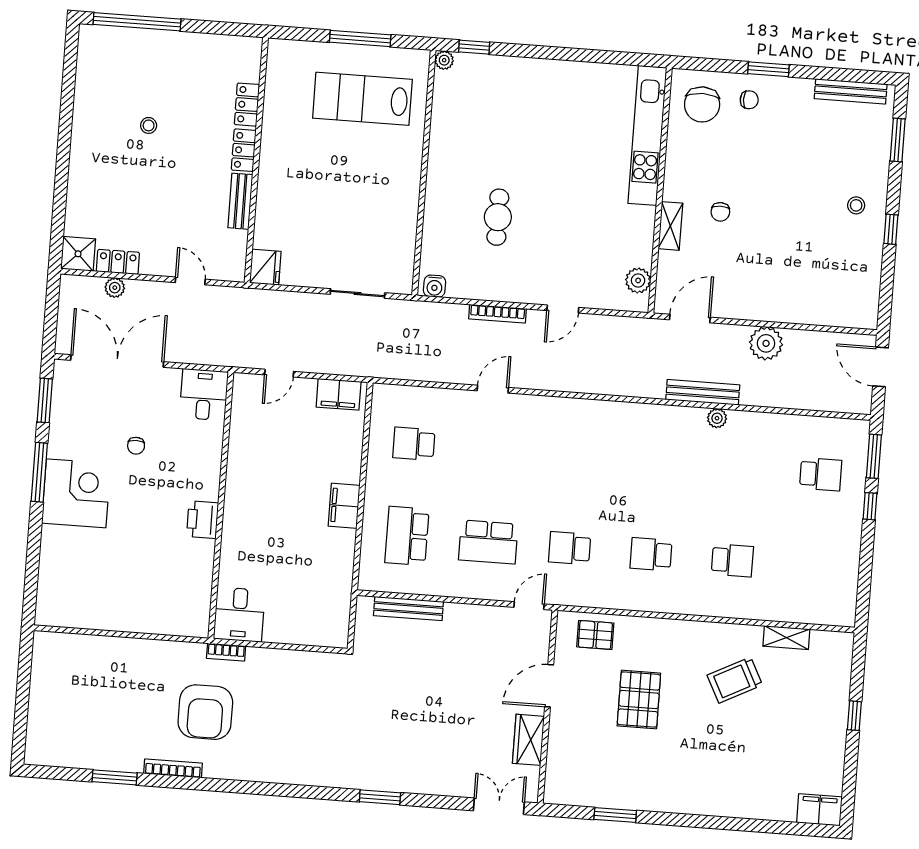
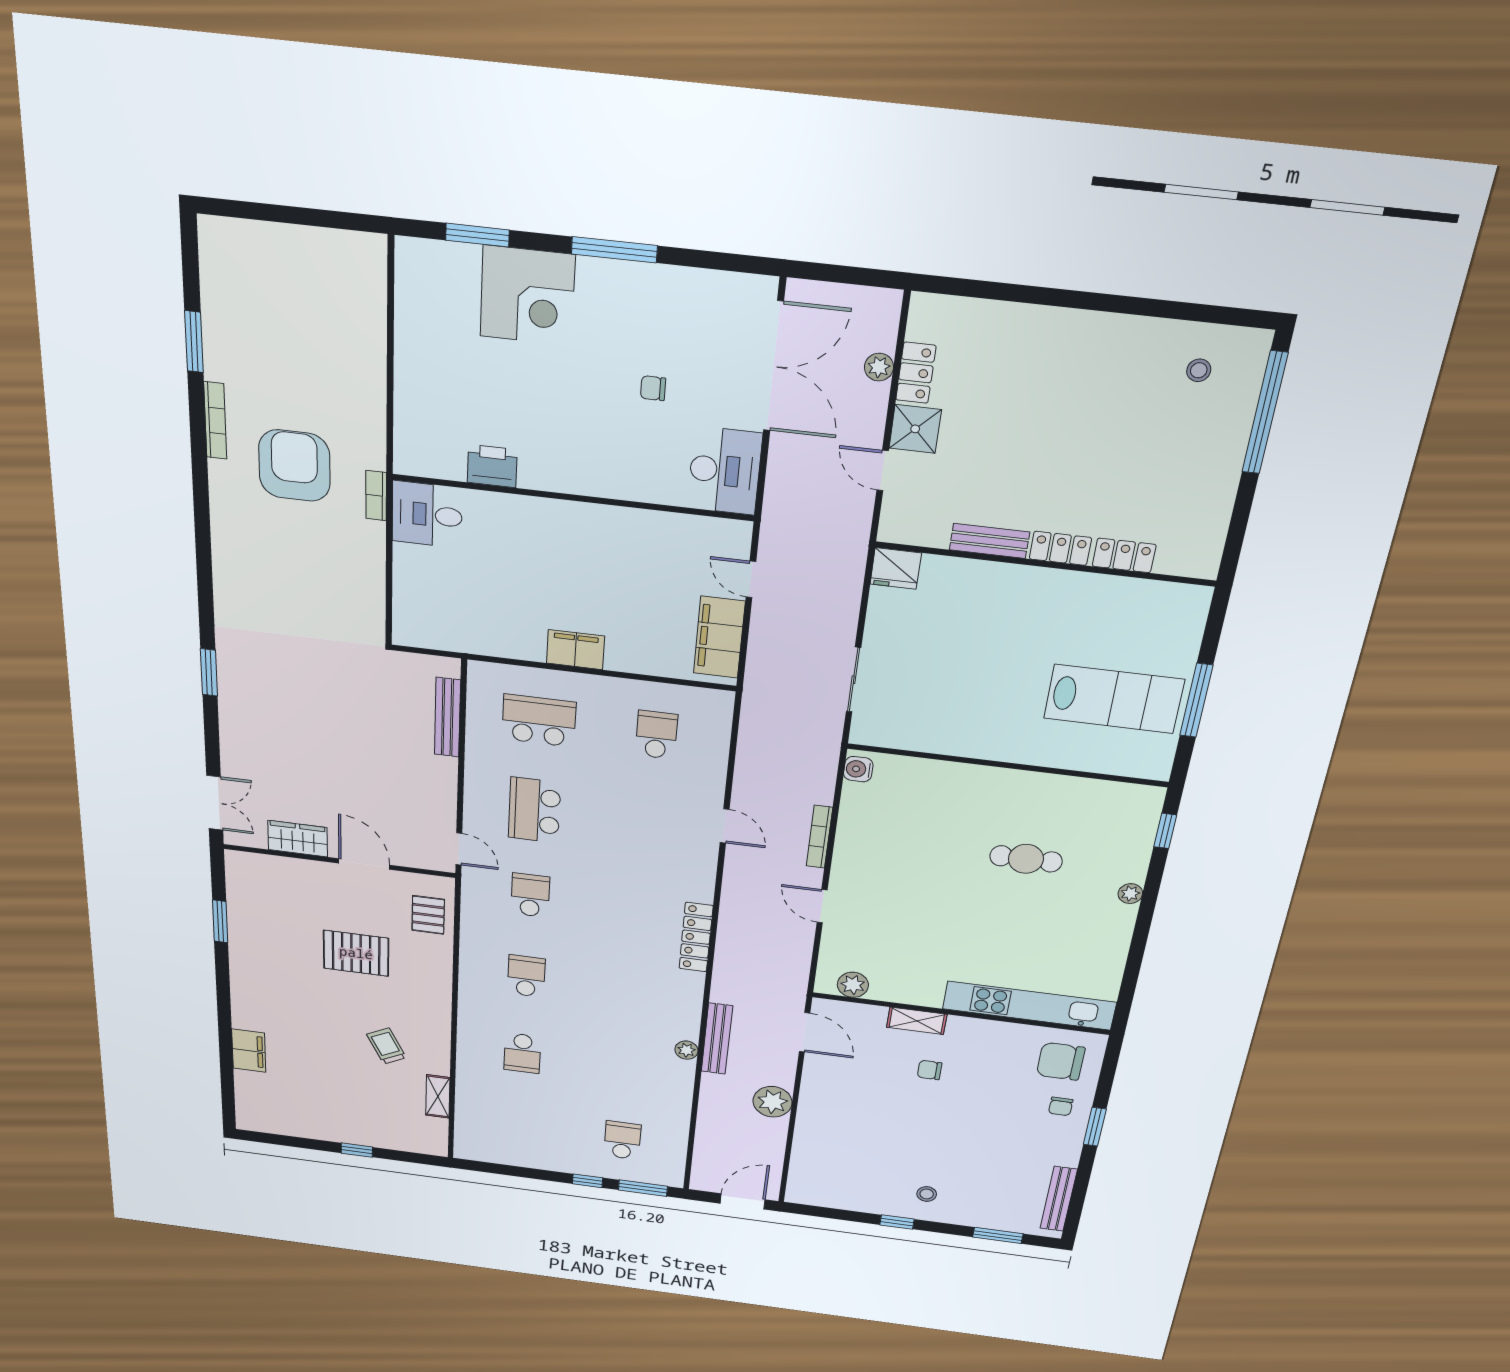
plant: (444, 60) -> (1130, 894), moved
lab bench: (362, 99) -> (1114, 699), turned 90
stool: (149, 125) -> (1199, 370), moved
cafe table: (498, 217) -> (1026, 859), moved
shower: (78, 254) -> (915, 429), moved
door: (190, 281) -> (883, 471), swing flipped
filing cabinet: (339, 394) -> (719, 637), width x1.50, depth x1.17
desk: (204, 395) -> (725, 471), width x1.37
window: (45, 400) -> (477, 235), moved
locker: (601, 411) -> (696, 937), added
school desk: (821, 474) -> (622, 1140), turned 180
corner desk: (76, 493) -> (527, 296), moved
printer: (203, 520) -> (492, 466), moved
trolley: (735, 680) -> (386, 1046), width x0.73, depth x0.72
armchair: (205, 712) -> (294, 466), turned 90
filing cabinet: (819, 810) -> (249, 1051), moved

